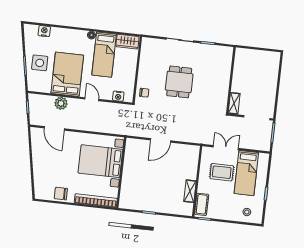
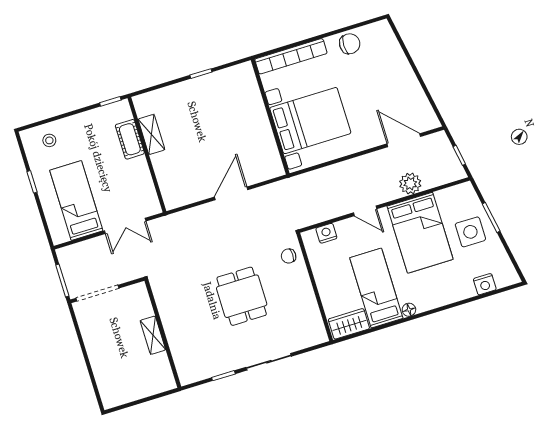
shelving: (234, 103) -> (153, 335), moved
rug: (222, 172) -> (115, 185), removed
cot: (202, 204) -> (130, 139), moved

